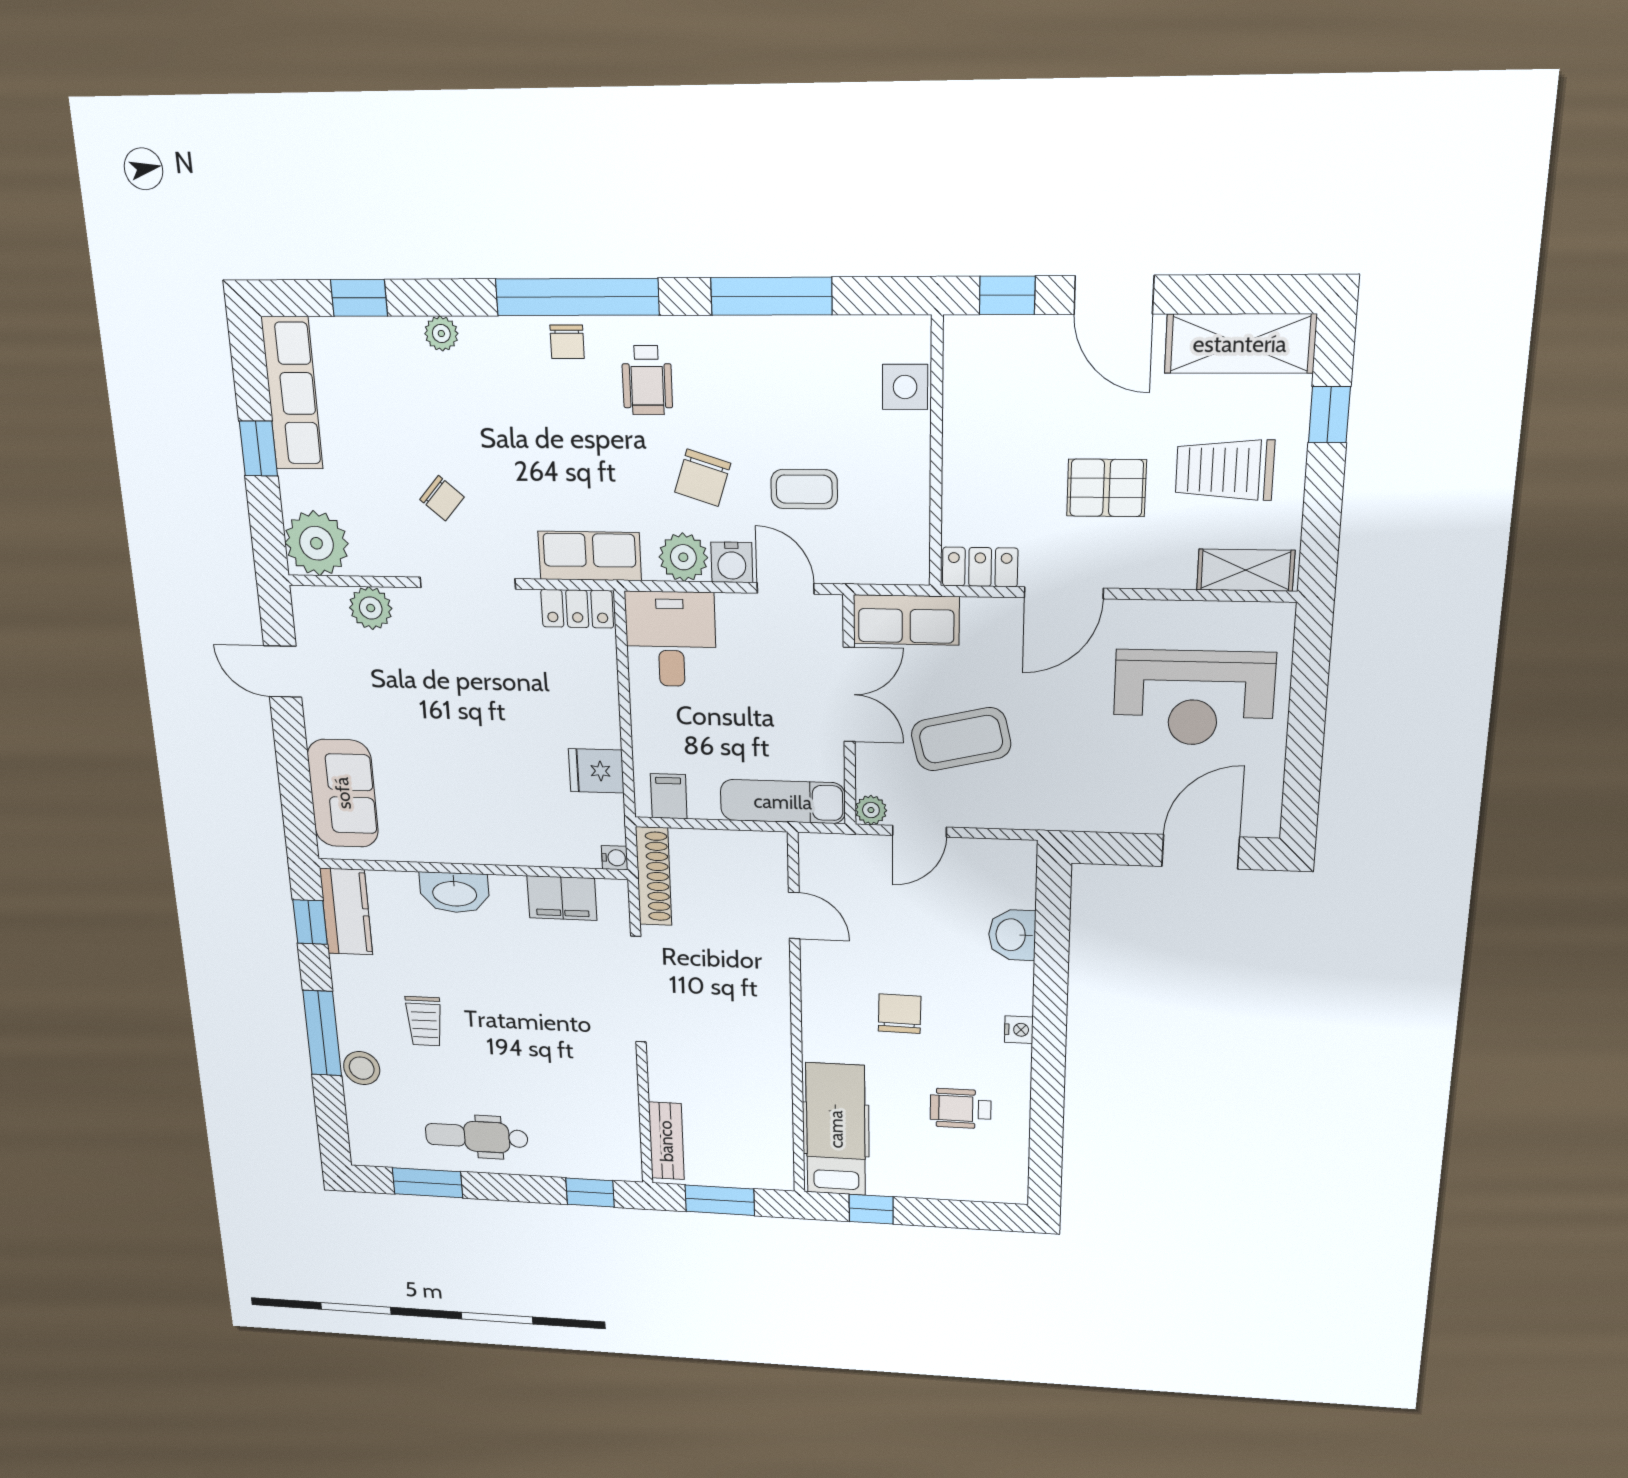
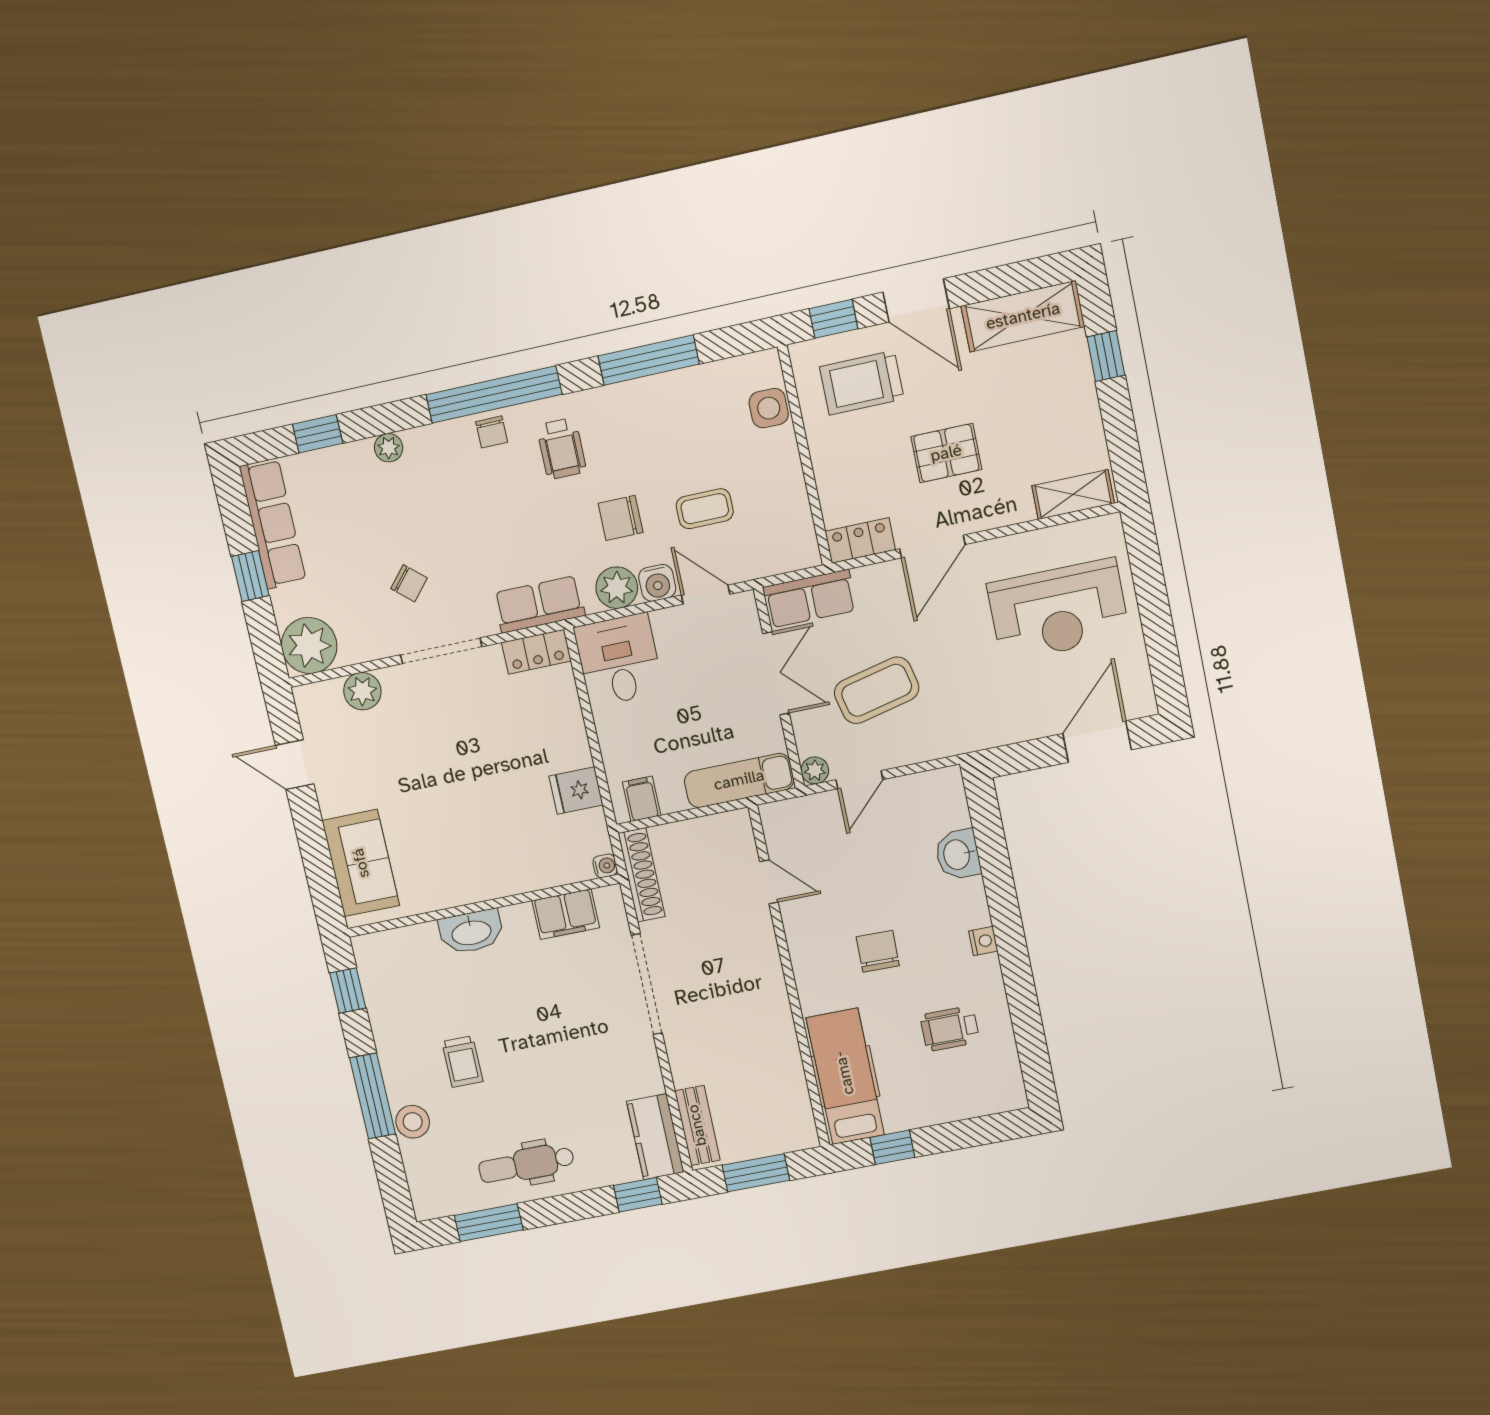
trolley: (1225, 470) -> (862, 383), moved
chair: (703, 478) -> (621, 518), turned 72
kitchen counter: (346, 912) -> (655, 1137), moved, turned 180

